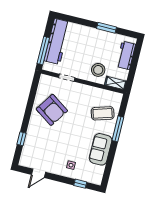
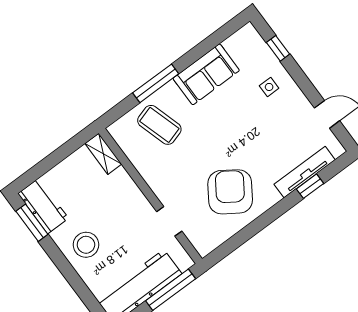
window: (107, 28) -> (32, 223), moved
workbench: (126, 55) -> (43, 206), moved, turned -90
stool: (98, 70) -> (86, 245), moved
tv unit: (28, 143) -> (305, 172), added

